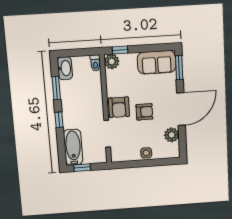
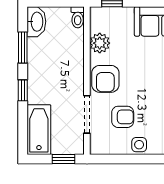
plant: (112, 61) -> (100, 43), moved
armchair: (144, 112) -> (123, 117), moved
window: (82, 168) -> (64, 159), moved

